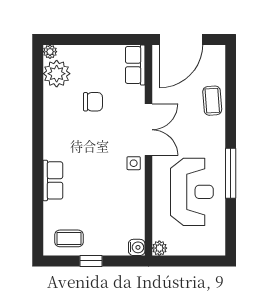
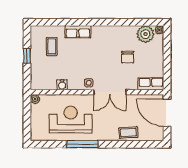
reception desk: (192, 192) -> (71, 120), turned 180
coffee table: (69, 238) -> (52, 46), moved
water cooler: (137, 247) -> (62, 85), moved

